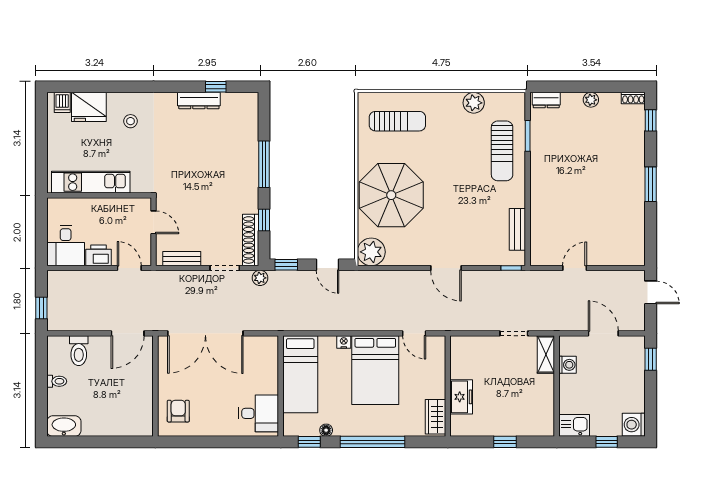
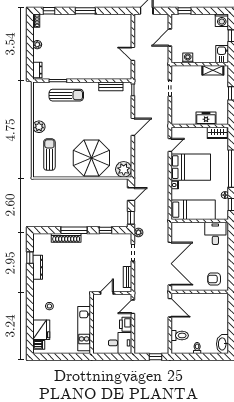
plant: (474, 103) -> (39, 127), moved
shoe rack: (251, 240) -> (66, 238), moved
shelving: (546, 355) -> (213, 70), moved

